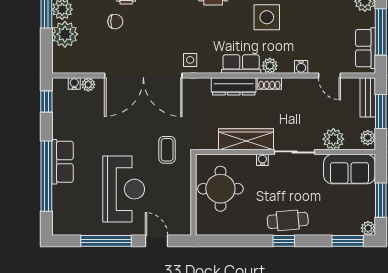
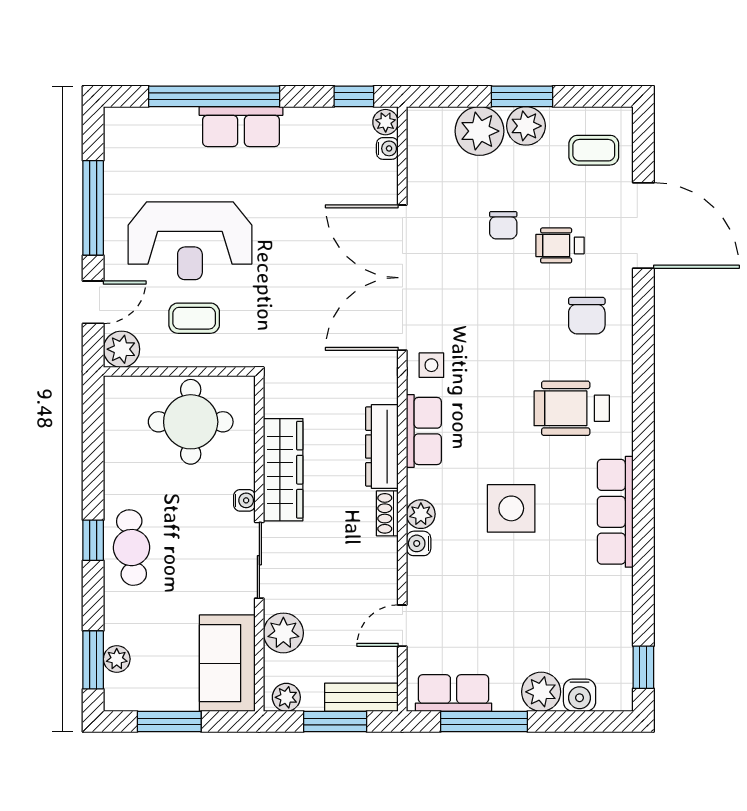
row of seats: (241, 64) -> (424, 431), moved
water cooler: (301, 67) -> (419, 543), moved
plant: (88, 84) -> (386, 122), moved
coffee table: (167, 150) -> (194, 318), moved
plant: (182, 226) -> (122, 349), added
plant: (368, 228) -> (117, 659), moved

